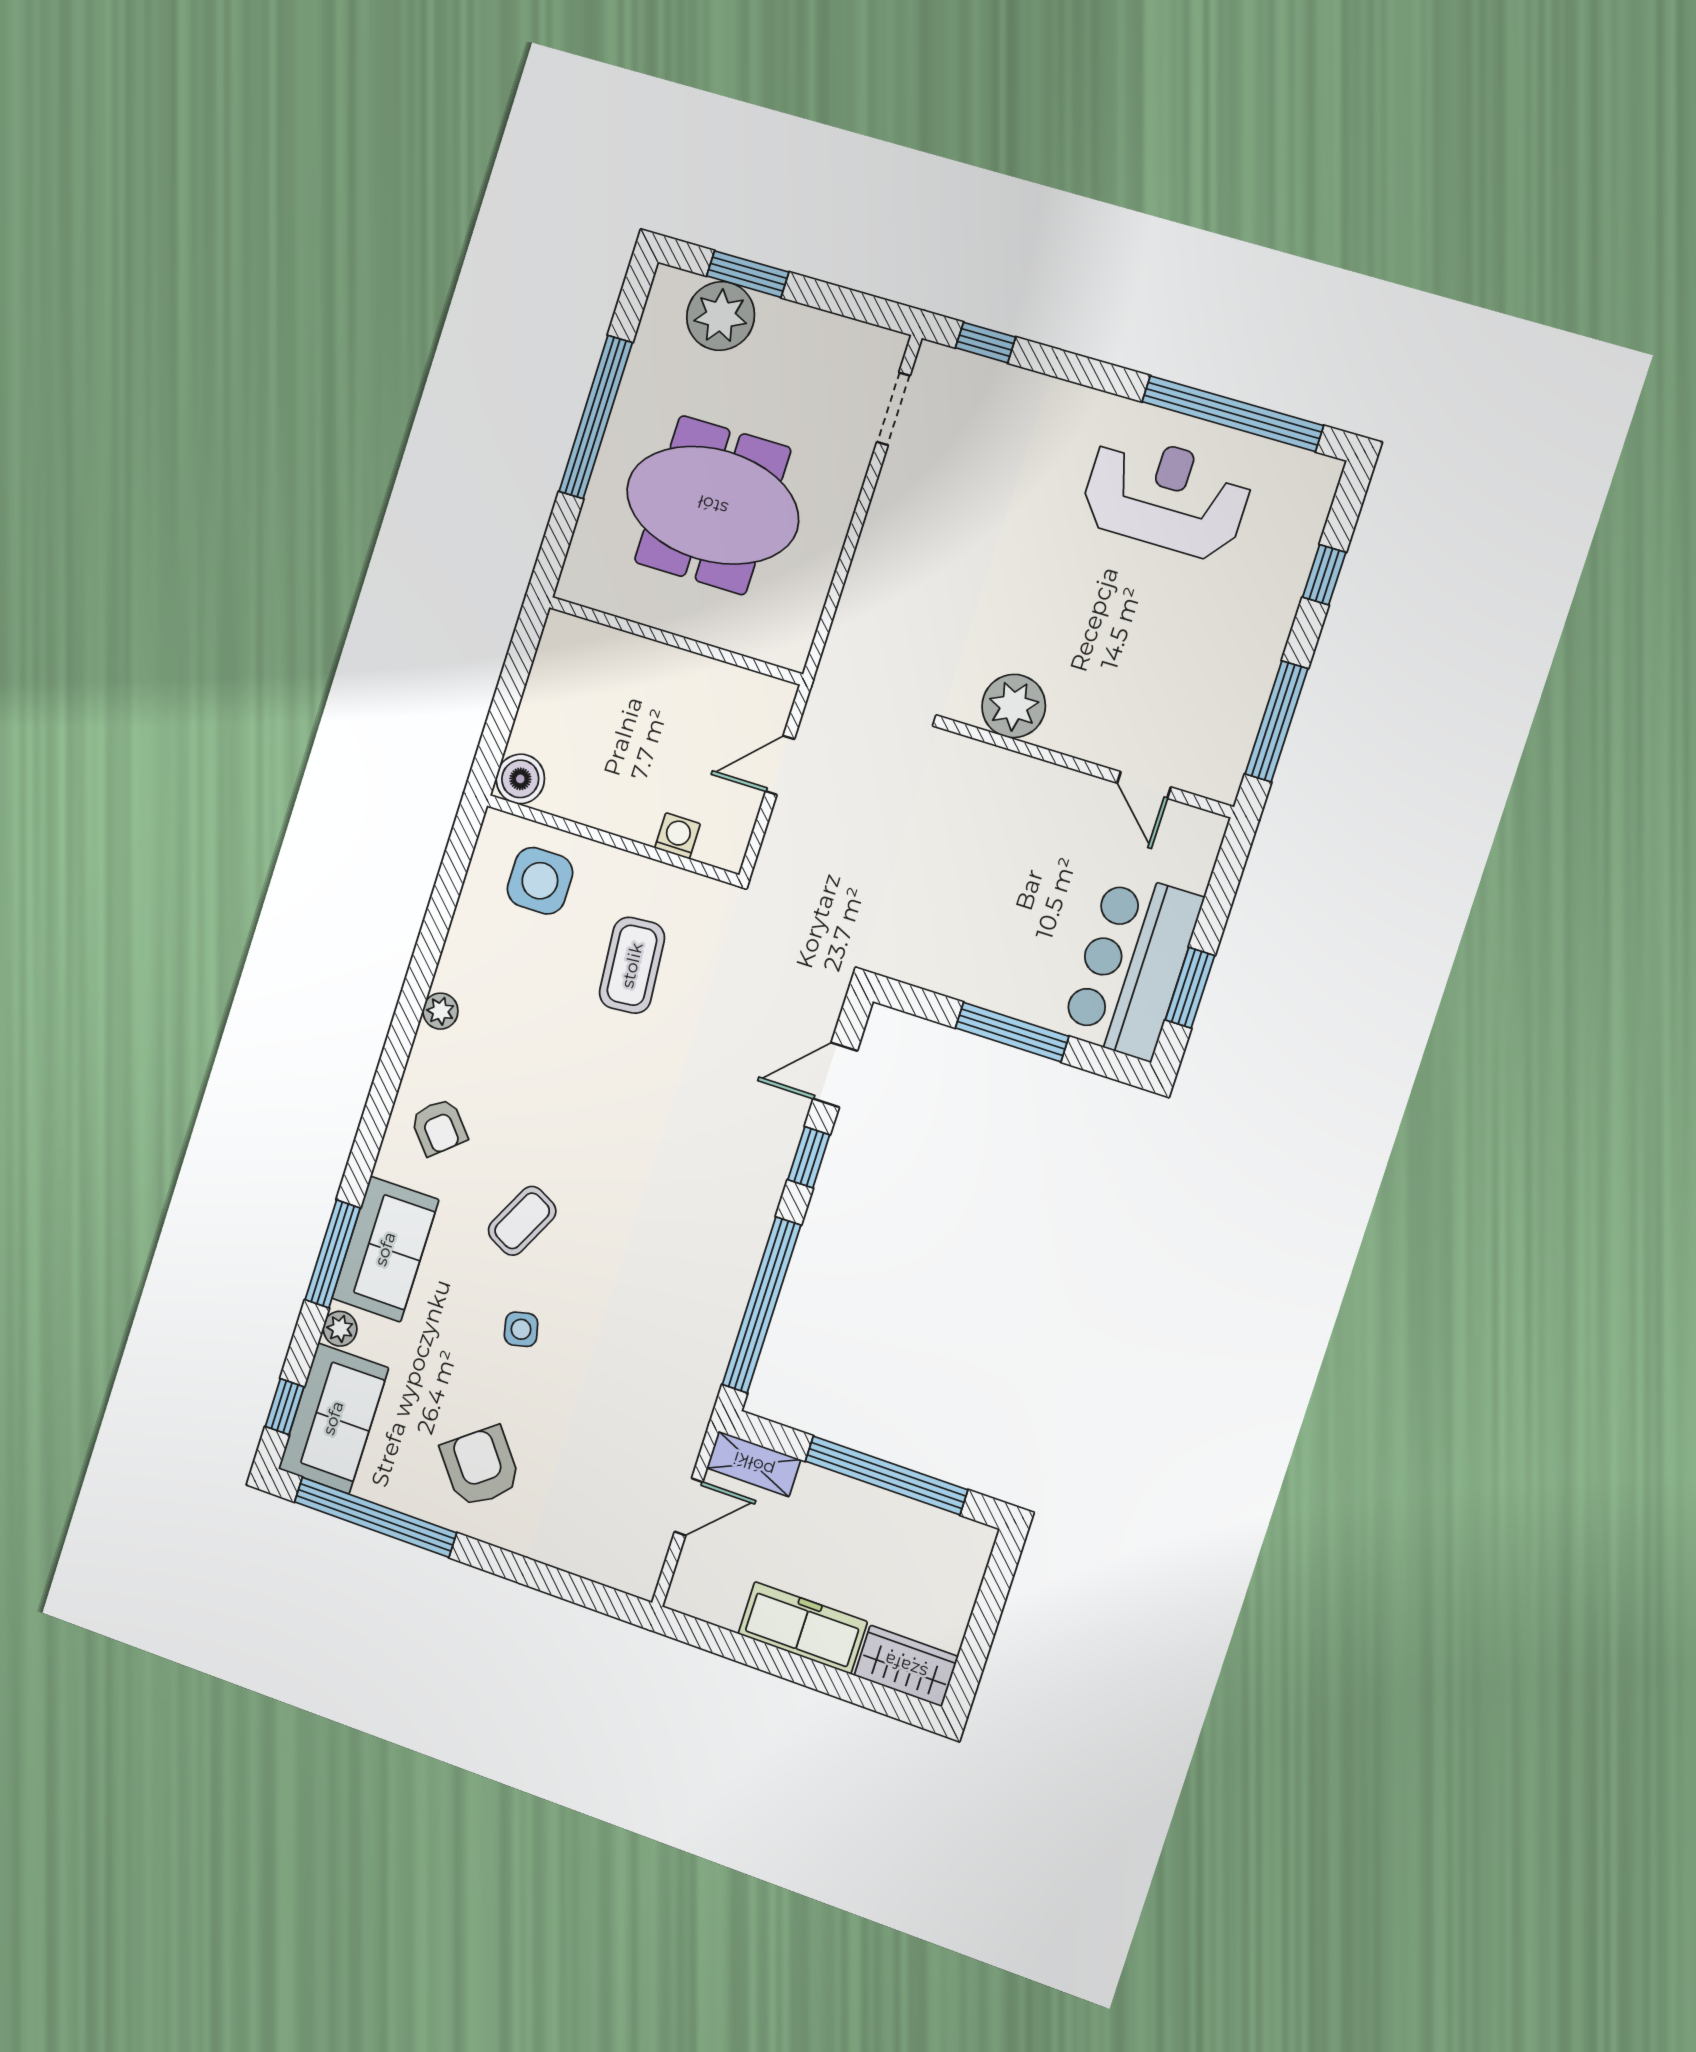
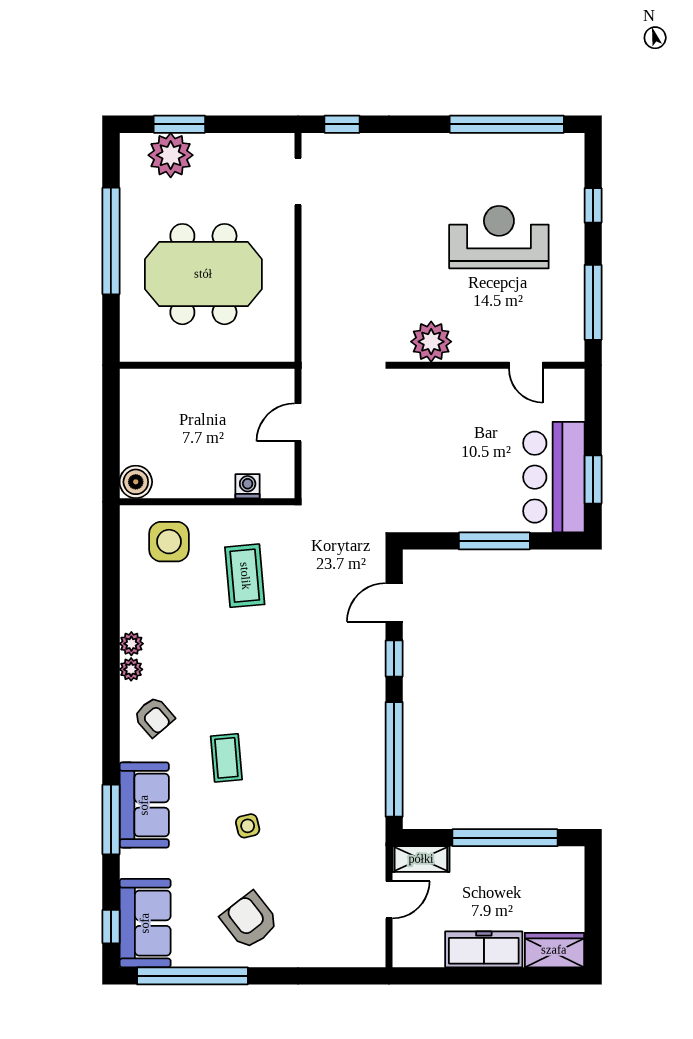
reception desk: (1166, 496) -> (499, 237), moved
coffee table: (522, 1221) -> (226, 758), turned -32
plant: (340, 1329) -> (131, 669), moved

